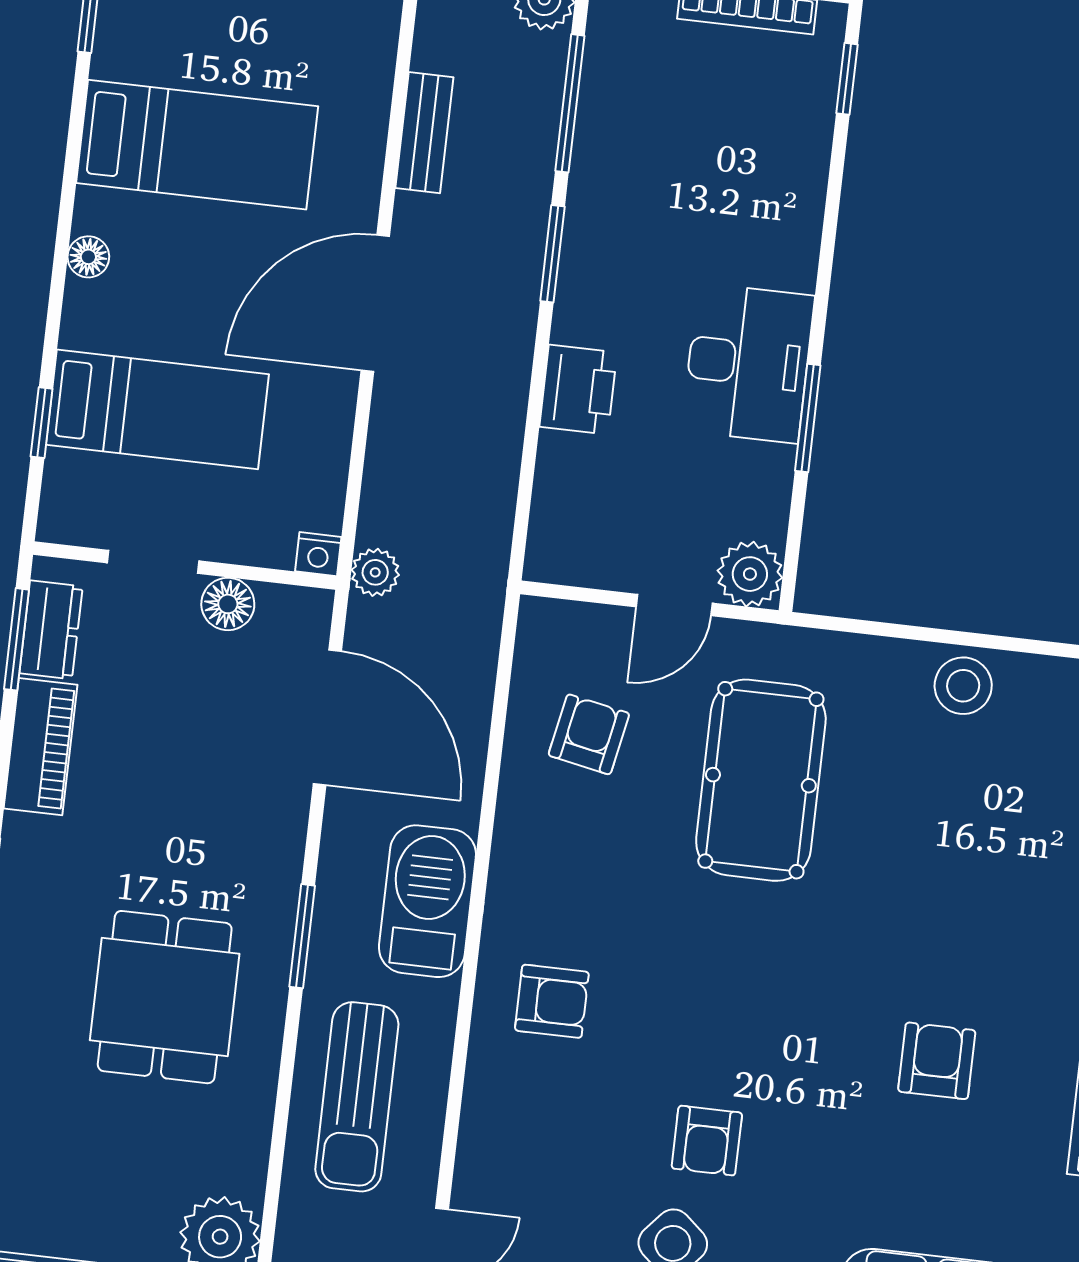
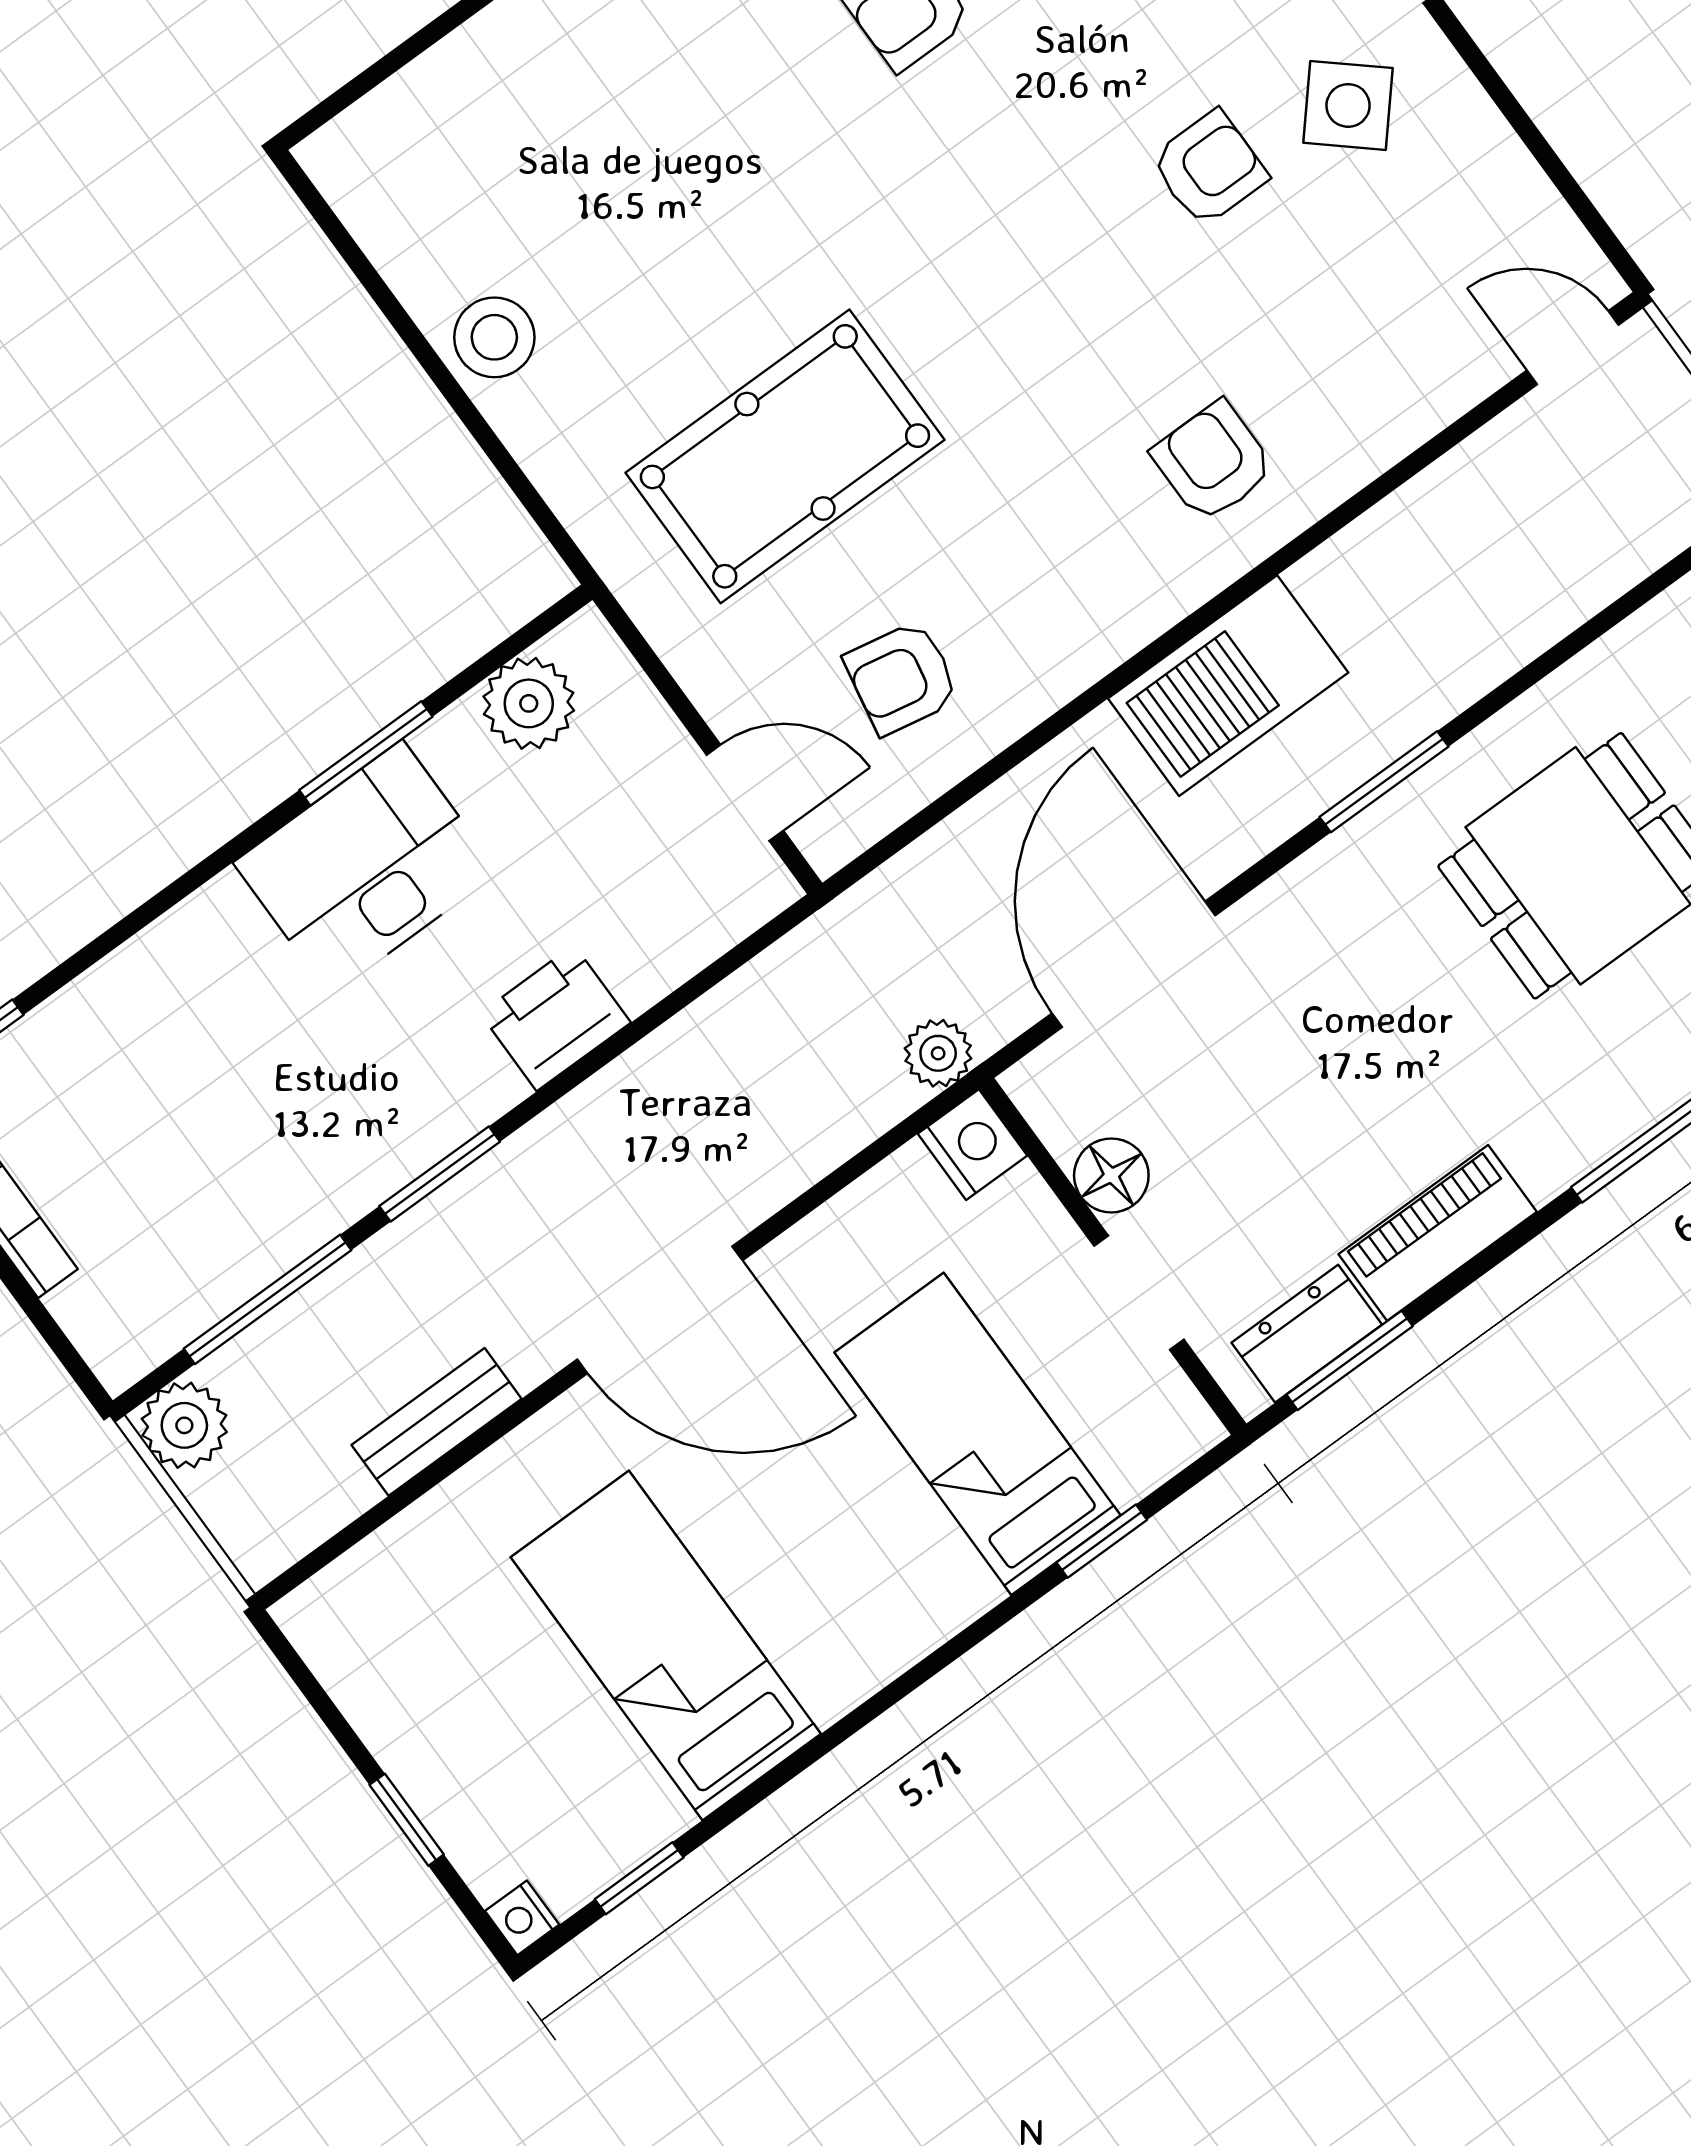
floor lamp: (88, 257) -> (886, 1651), removed
nightstand: (318, 554) -> (972, 1145), width x1.39, depth x1.35
plant: (750, 574) -> (529, 703), moved
door: (674, 605) -> (745, 793), moved
sun lounger: (357, 1097) -> (1498, 572), removed

